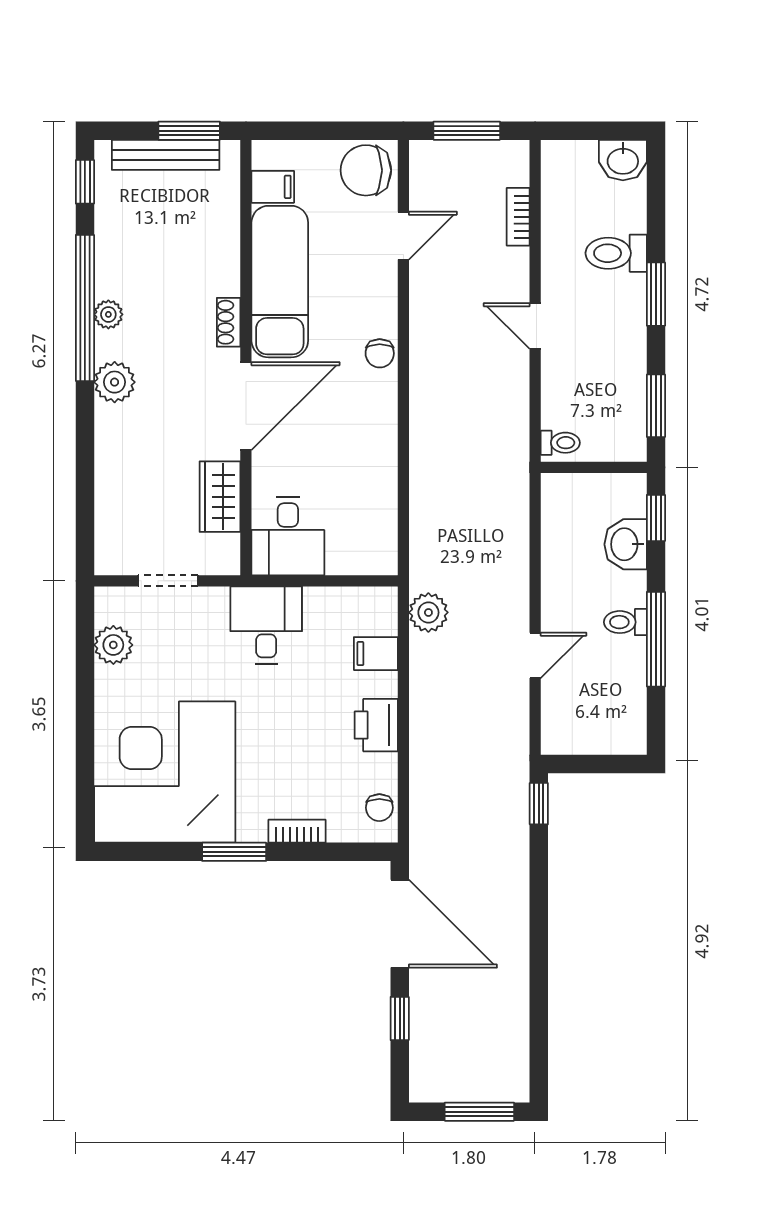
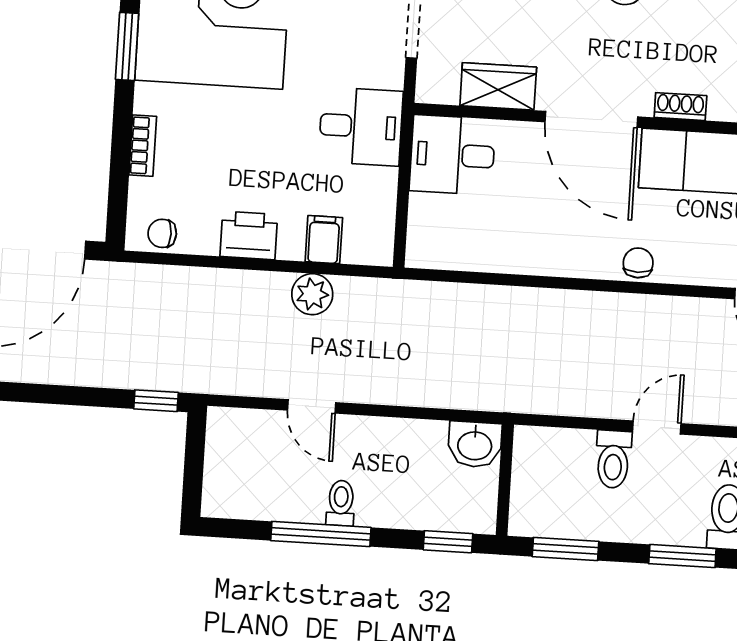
chair: (380, 353) -> (638, 263), turned 90
toilet: (560, 443) -> (613, 459), moved, width x1.37, depth x1.39
washbasin: (626, 544) -> (475, 444), moved, turned 180
plant: (428, 612) -> (312, 294), moved
window: (234, 852) -> (127, 46), moved

